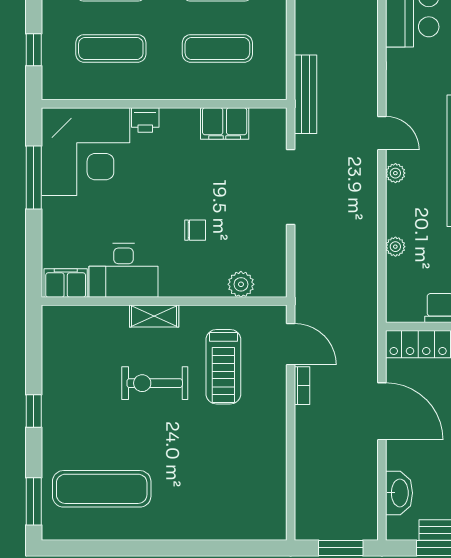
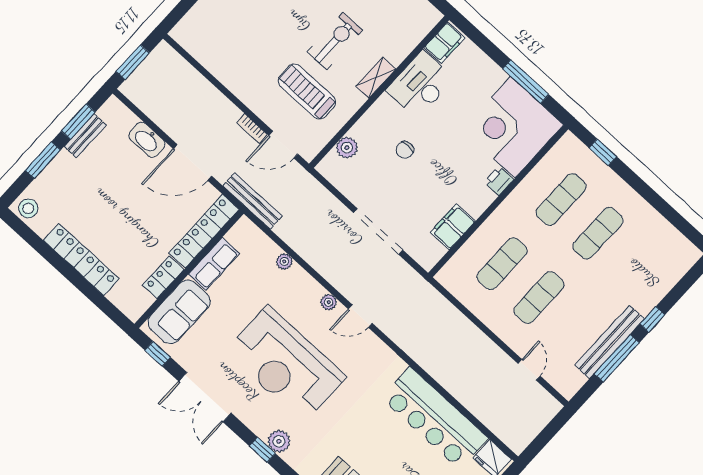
bench: (306, 94) -> (252, 201), moved
washbasin: (399, 493) -> (147, 140), moved

